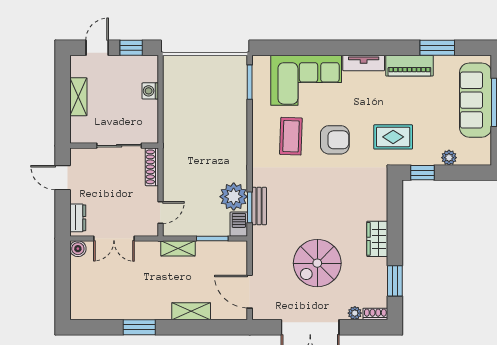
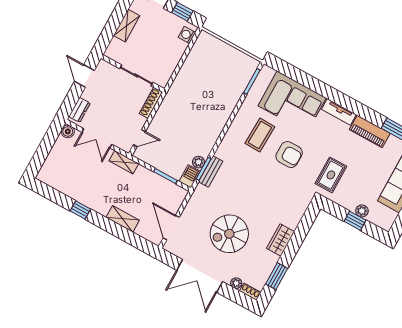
washing machine: (150, 91) -> (187, 35), moved
rug: (393, 137) -> (331, 175), turned 90
window: (422, 173) -> (355, 221), moved
plant: (234, 197) -> (199, 162), width x0.53, depth x0.53
shelving: (178, 248) -> (124, 162), moved
window: (139, 327) -> (80, 210), width x0.67

